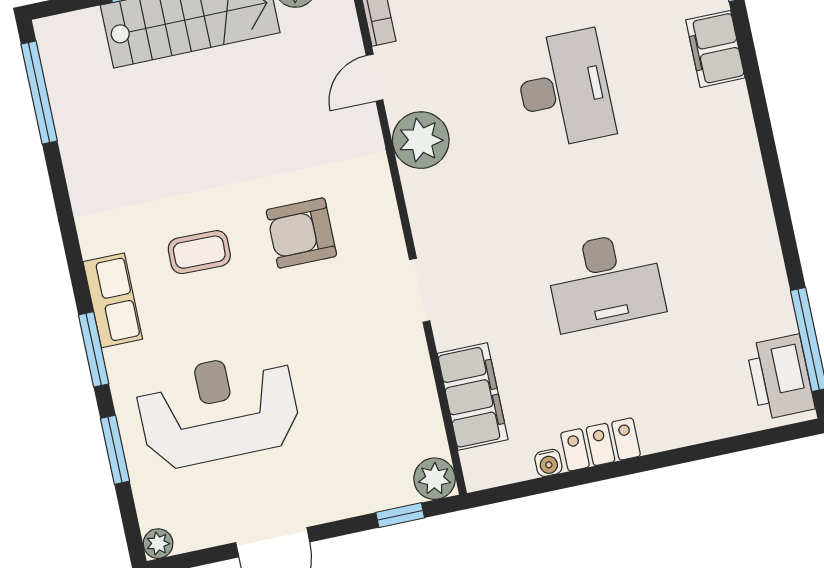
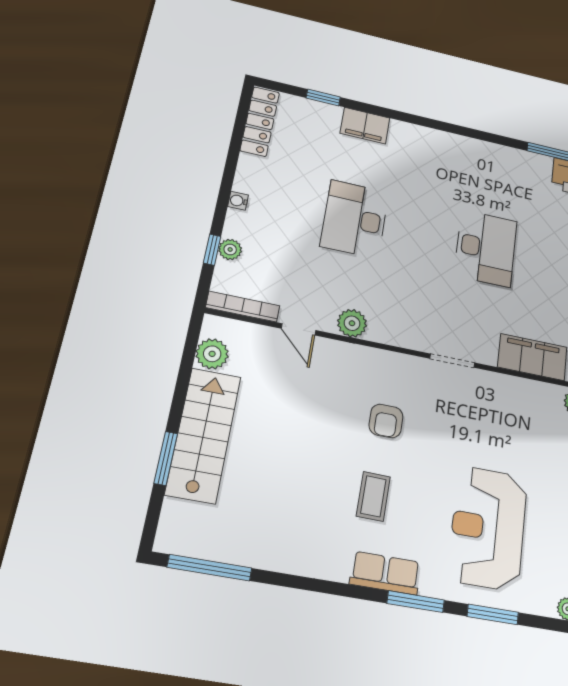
desk: (564, 89) -> (355, 219), turned -90
plant: (421, 140) -> (352, 323), width x0.73, depth x0.73
armchair: (301, 233) -> (386, 421), width x0.72, depth x0.72

